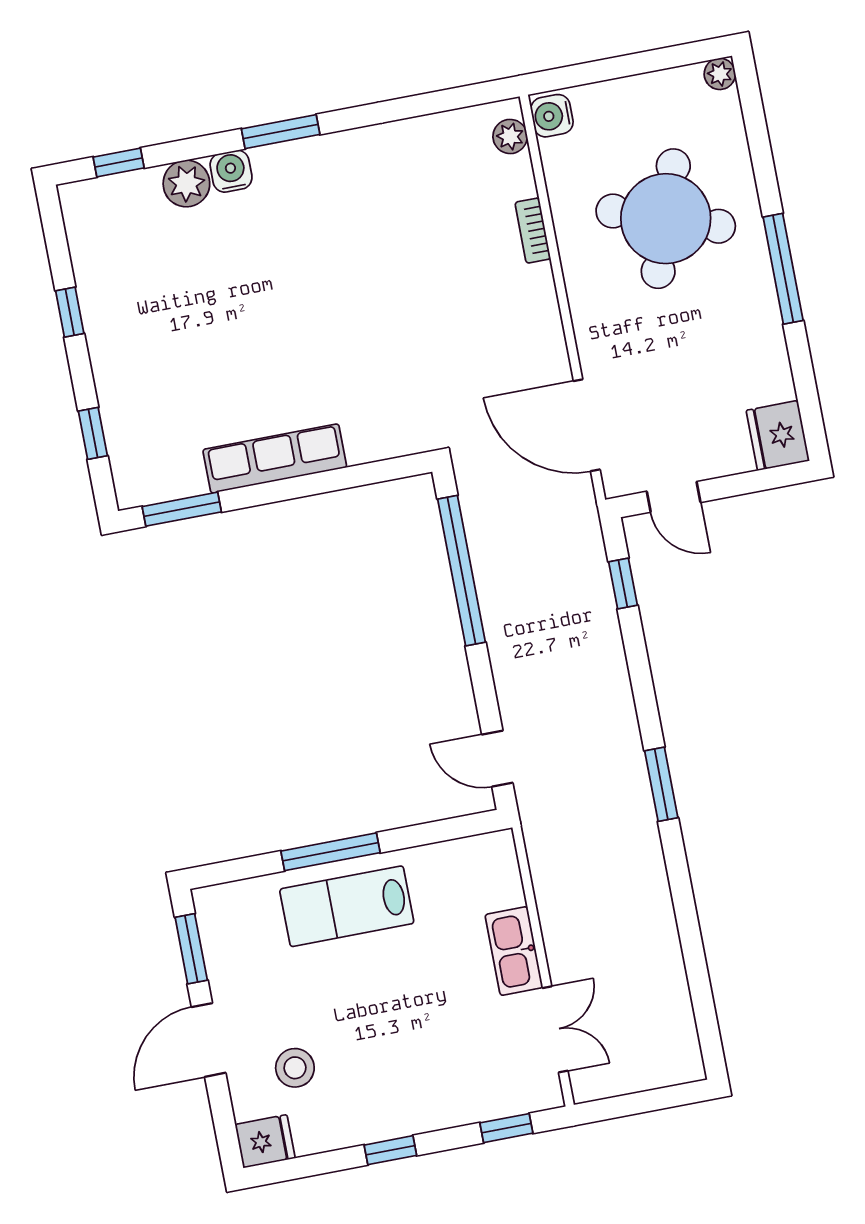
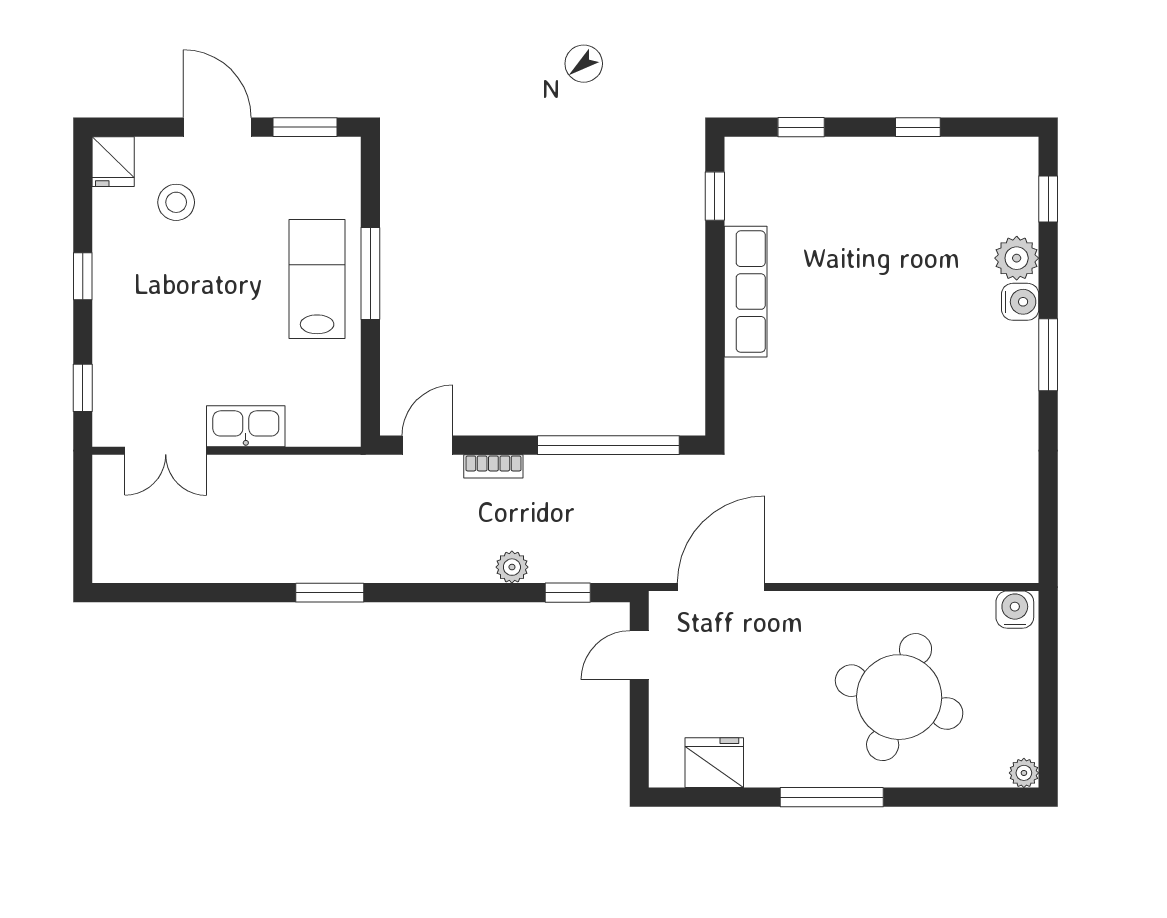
plant: (510, 136) -> (512, 567), moved
bookcase: (533, 231) -> (493, 466), moved, turned 180
fridge: (778, 436) -> (714, 763), moved
window: (182, 509) -> (715, 196), width x0.67
window: (661, 784) -> (330, 593), moved

